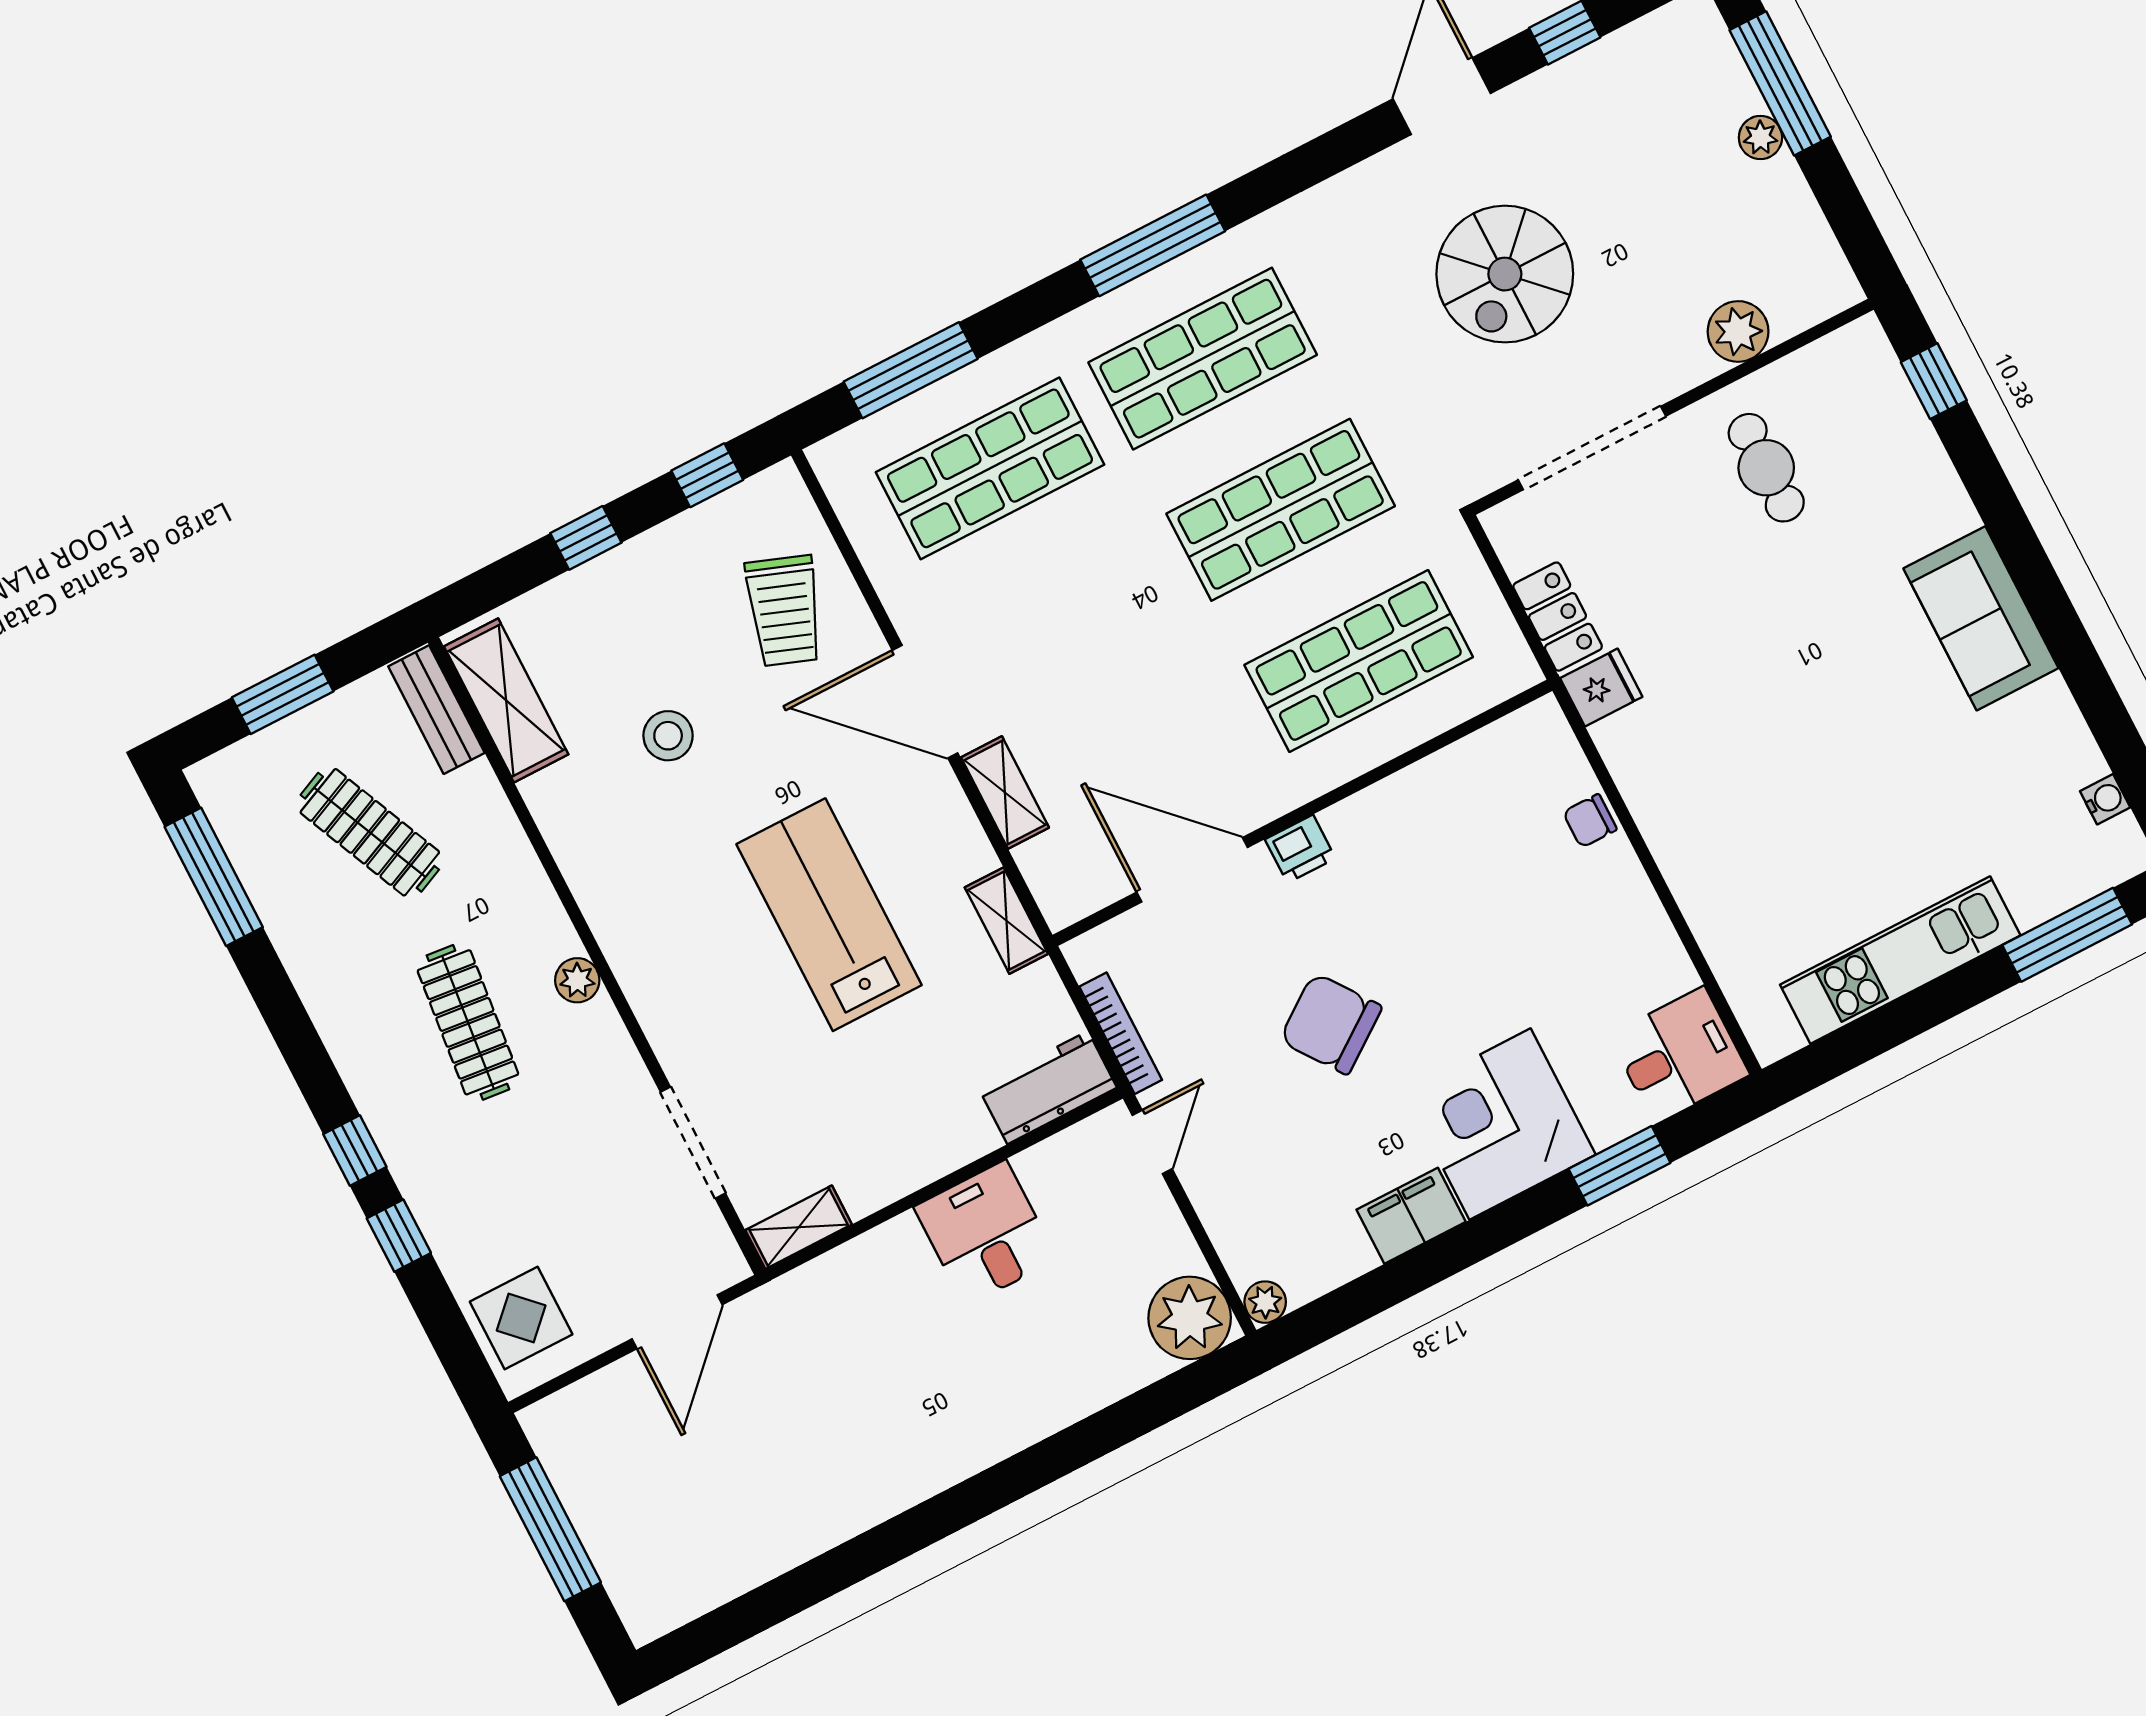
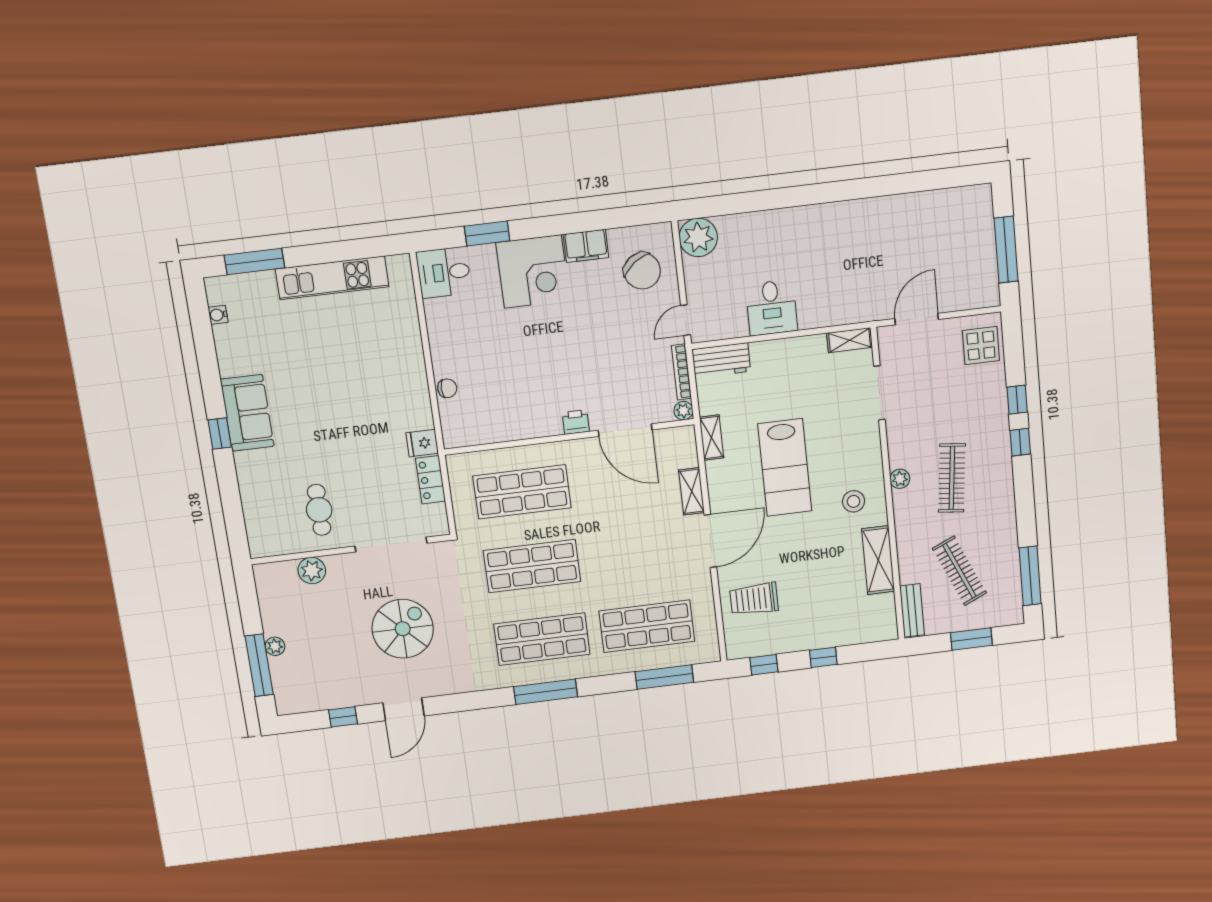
window: (1934, 381) -> (220, 434), moved
trolley: (784, 611) -> (754, 599), turned -110
shelving: (506, 700) -> (878, 560), moved
door: (925, 702) -> (710, 541), hinge flipped
stool: (668, 736) -> (854, 501), moved
chair: (1331, 1024) -> (642, 271), moved
plant: (1265, 1302) -> (683, 411), moved

